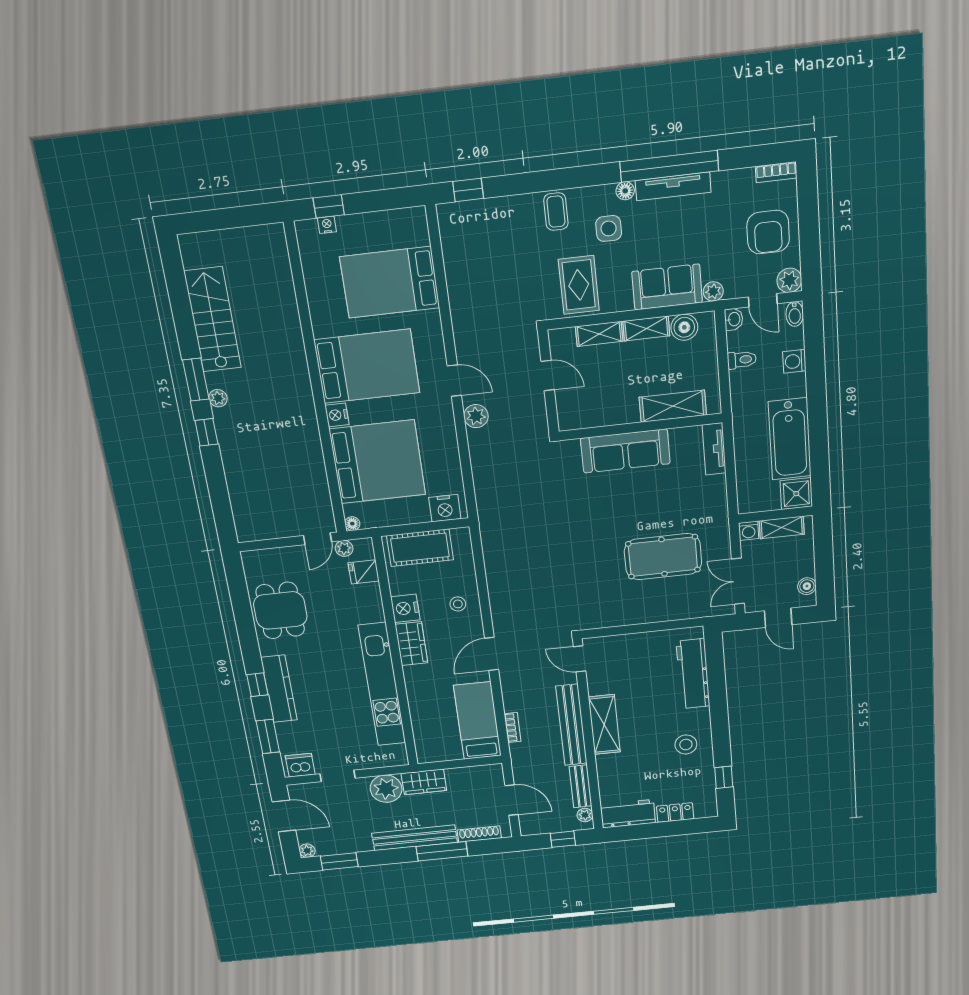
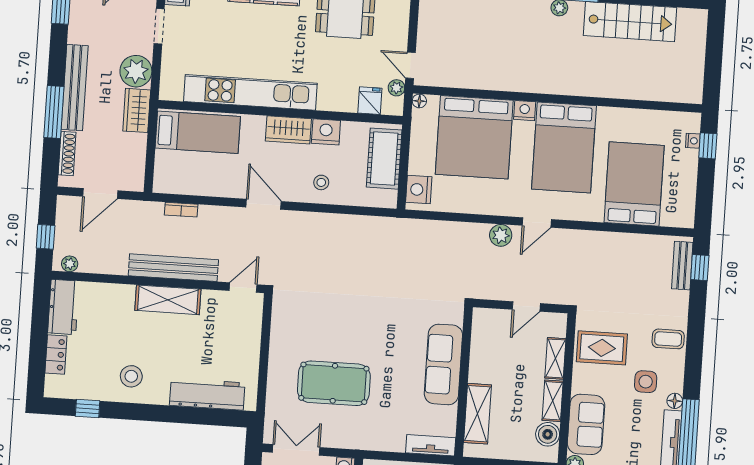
pool table: (663, 557) -> (334, 383), turned 90
bed: (477, 721) -> (198, 132), moved
bench: (581, 786) -> (682, 266), moved, turned 90

